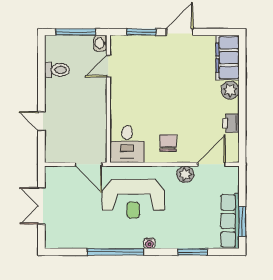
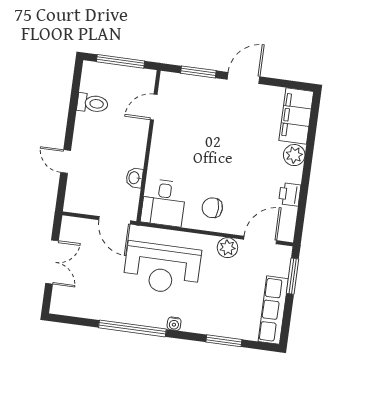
washbasin: (100, 43) -> (134, 178), moved
chair: (168, 143) -> (212, 208), turned -90
double door: (41, 206) -> (52, 262), swing flipped
window: (242, 222) -> (292, 276), moved

